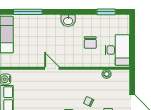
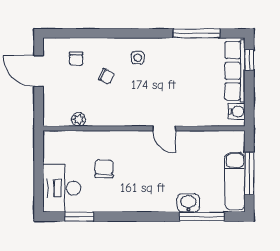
washbasin: (68, 21) -> (188, 203), moved
desk: (117, 50) -> (62, 188), moved

